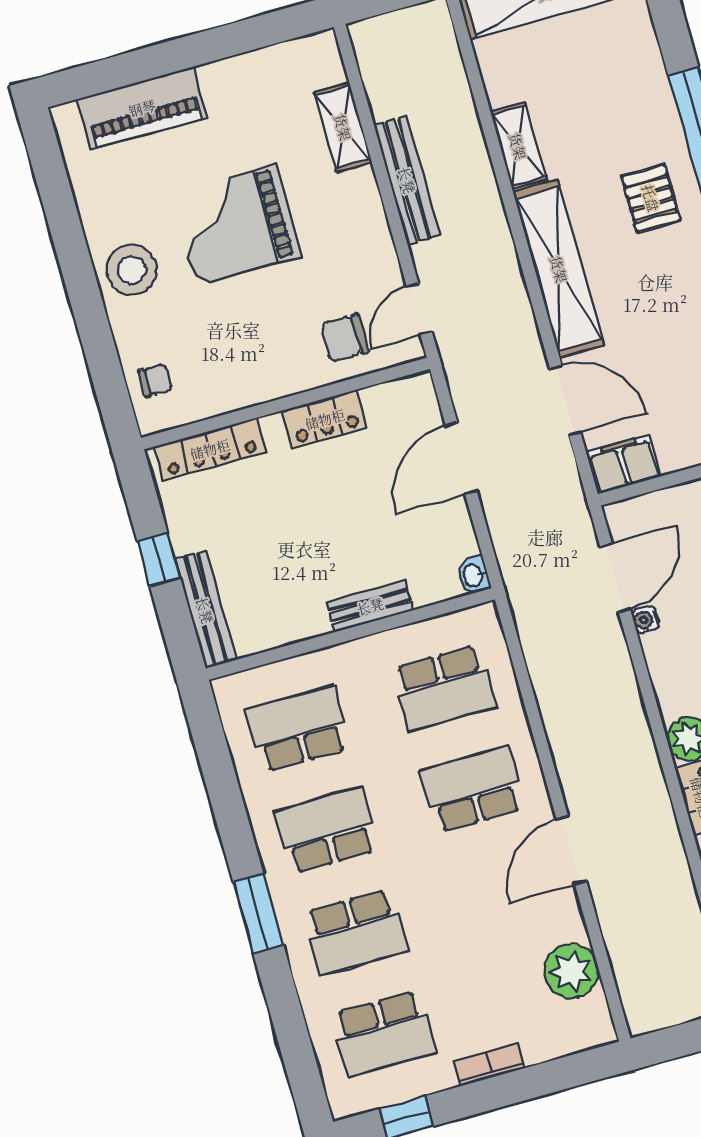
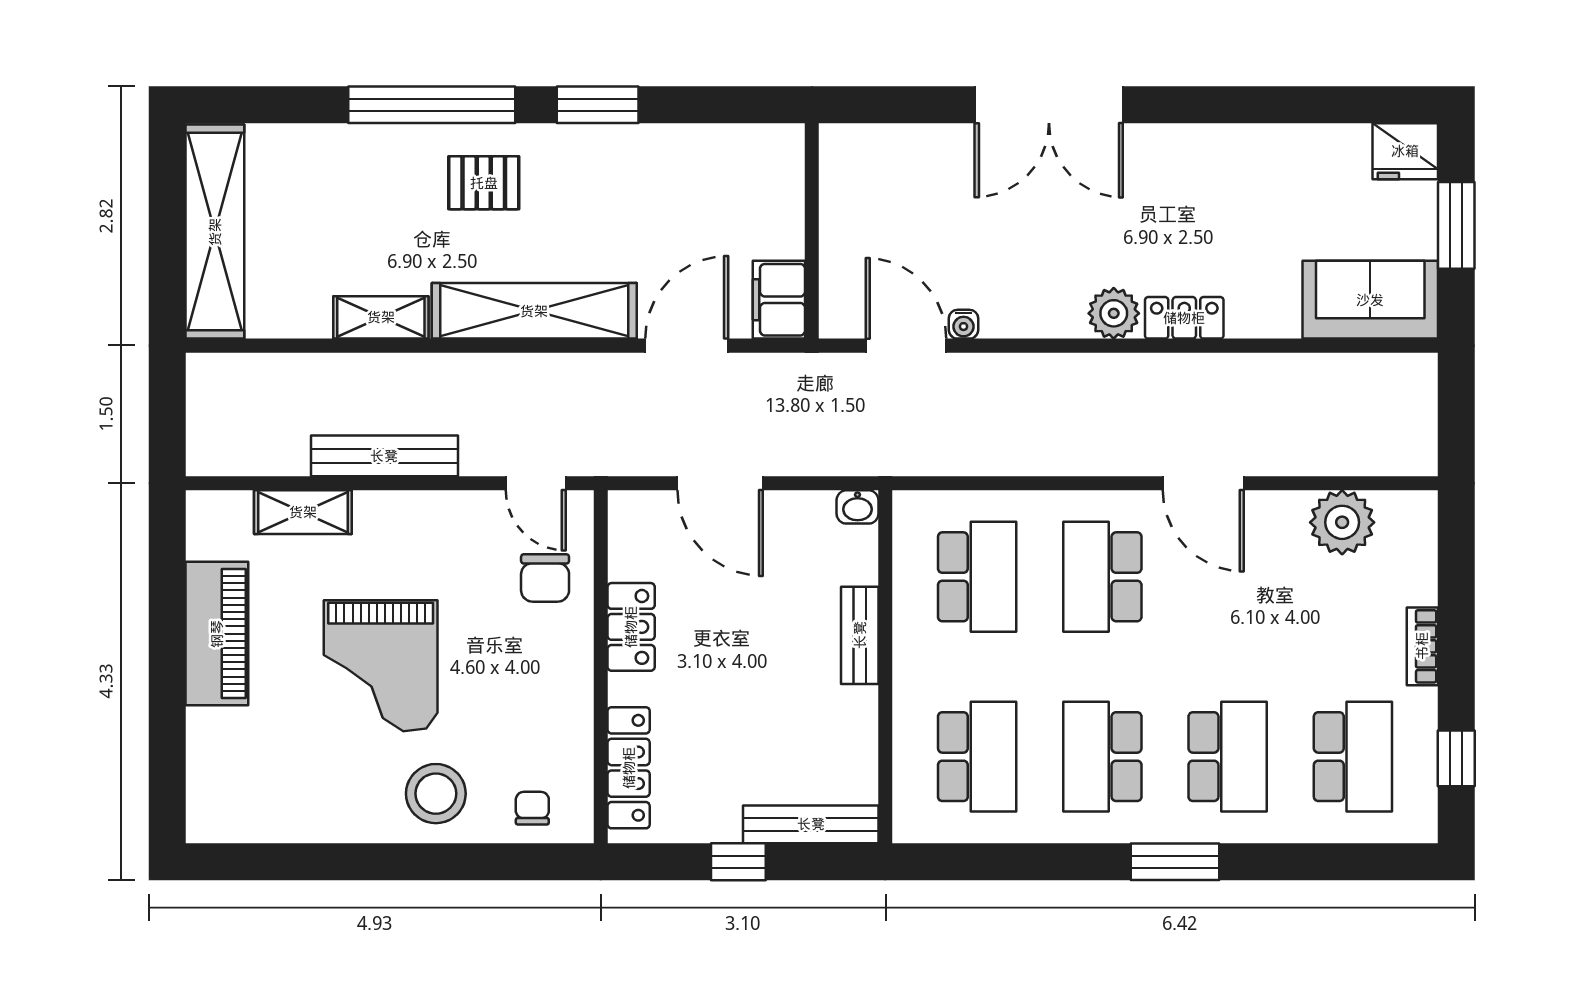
piano: (142, 108) -> (217, 634), moved
stool: (132, 270) -> (436, 794), moved
school desk: (298, 729) -> (977, 757), turned 180

